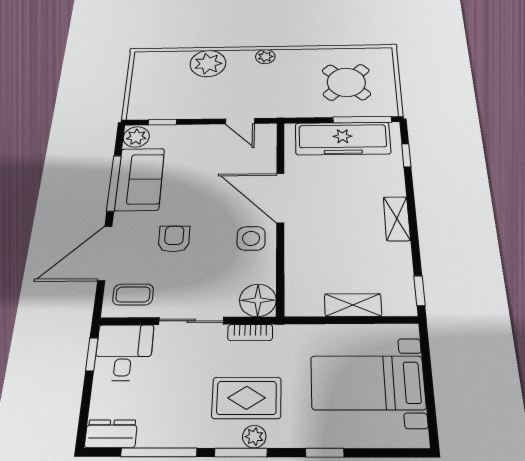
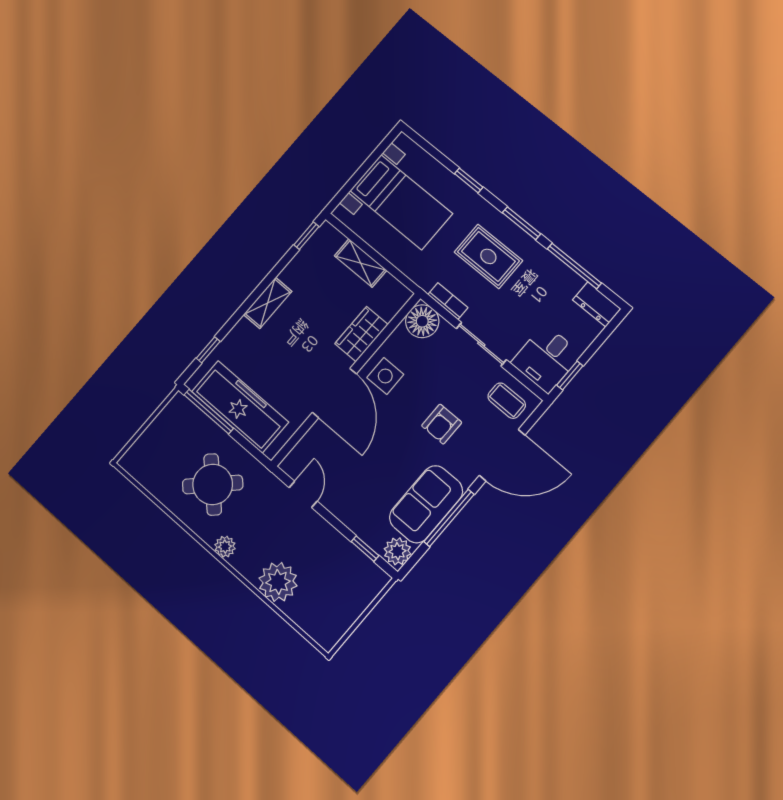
round table: (346, 82) -> (213, 484), moved
wardrobe: (299, 253) -> (361, 334), added
plant: (254, 437) -> (505, 227), removed

